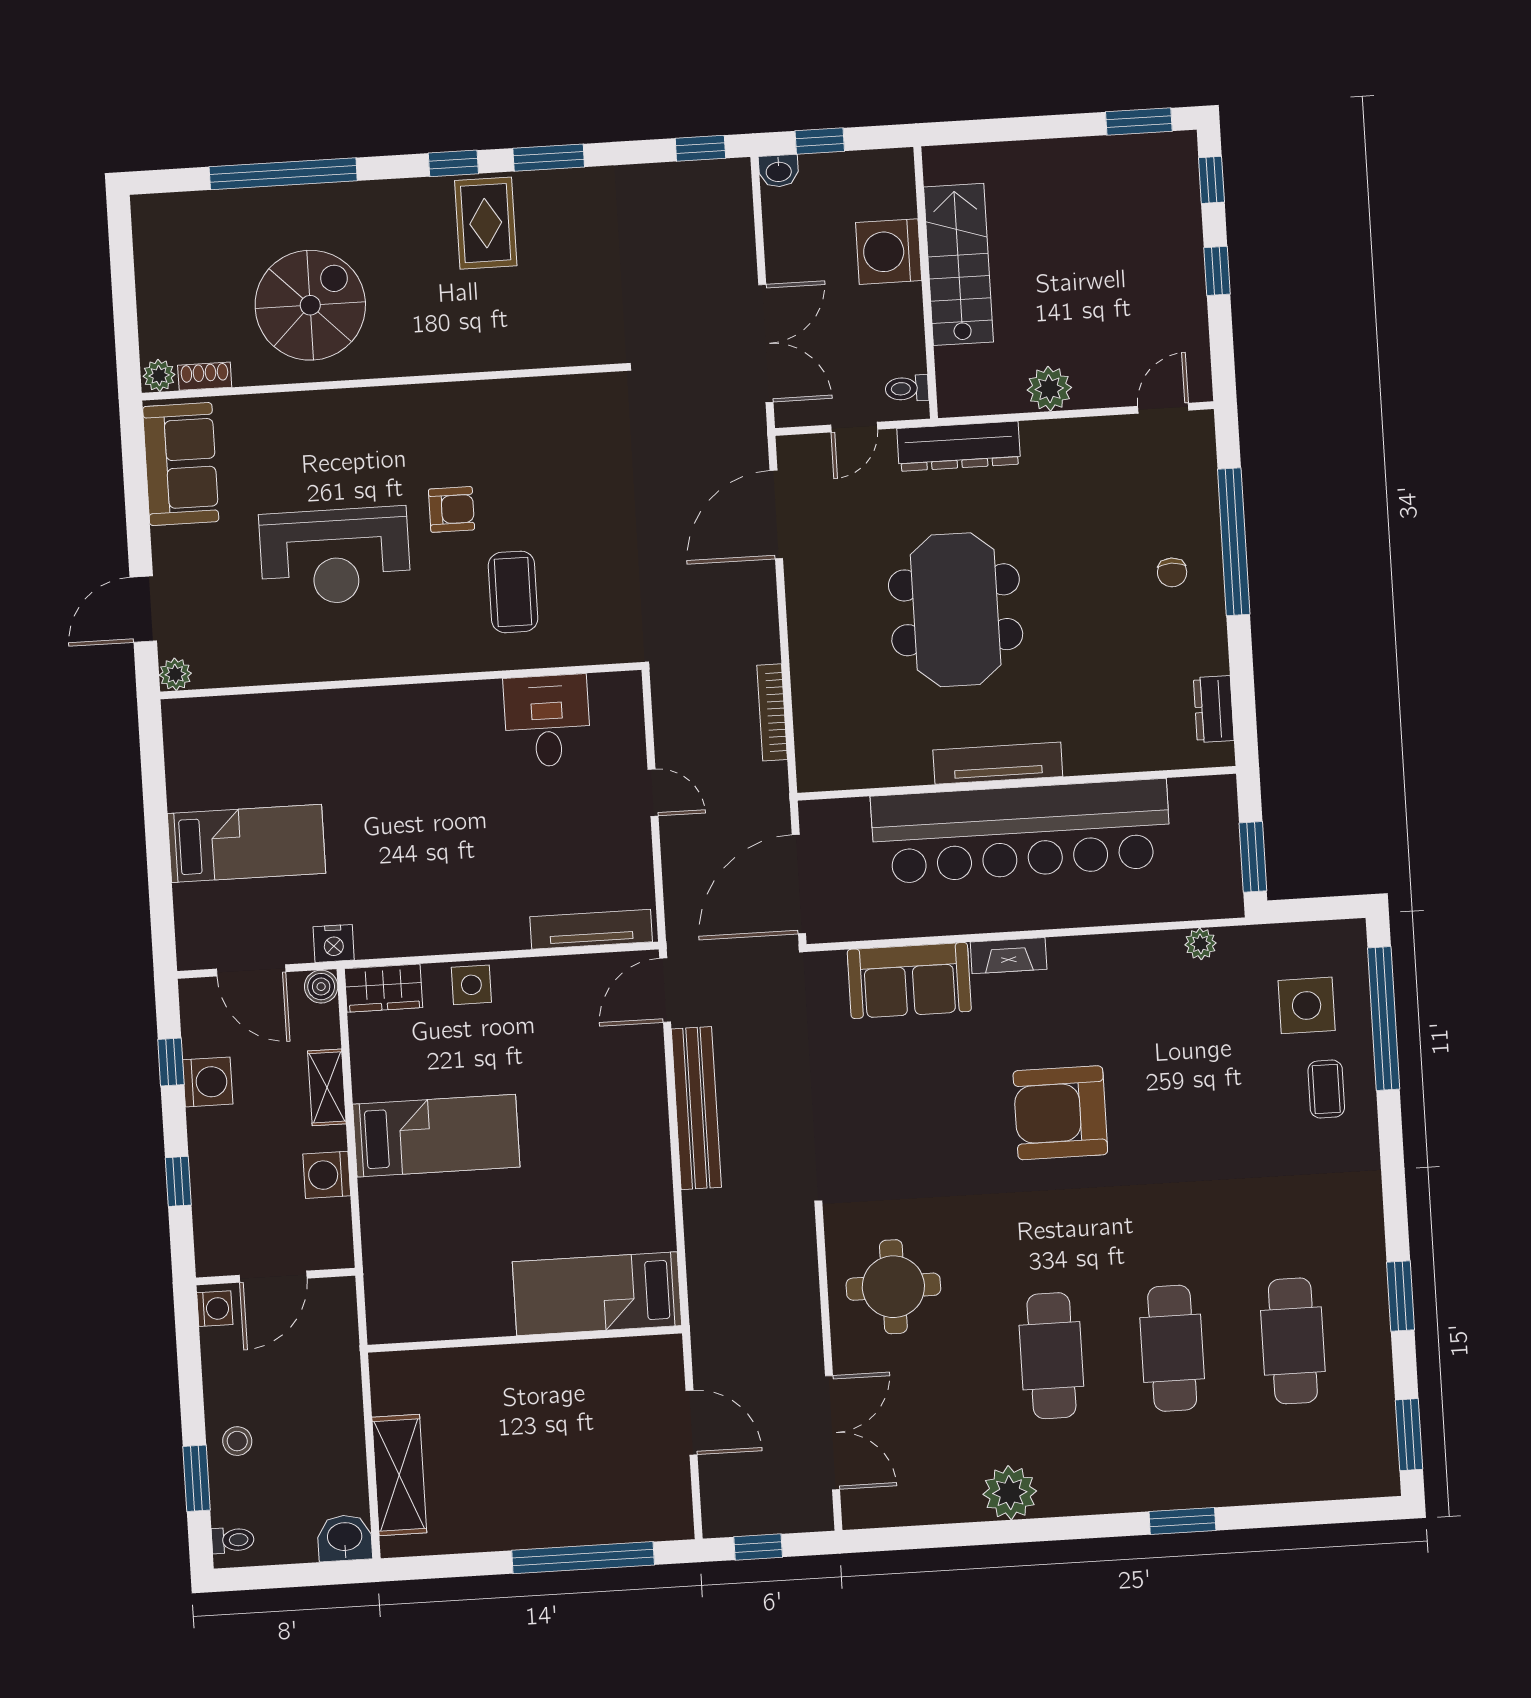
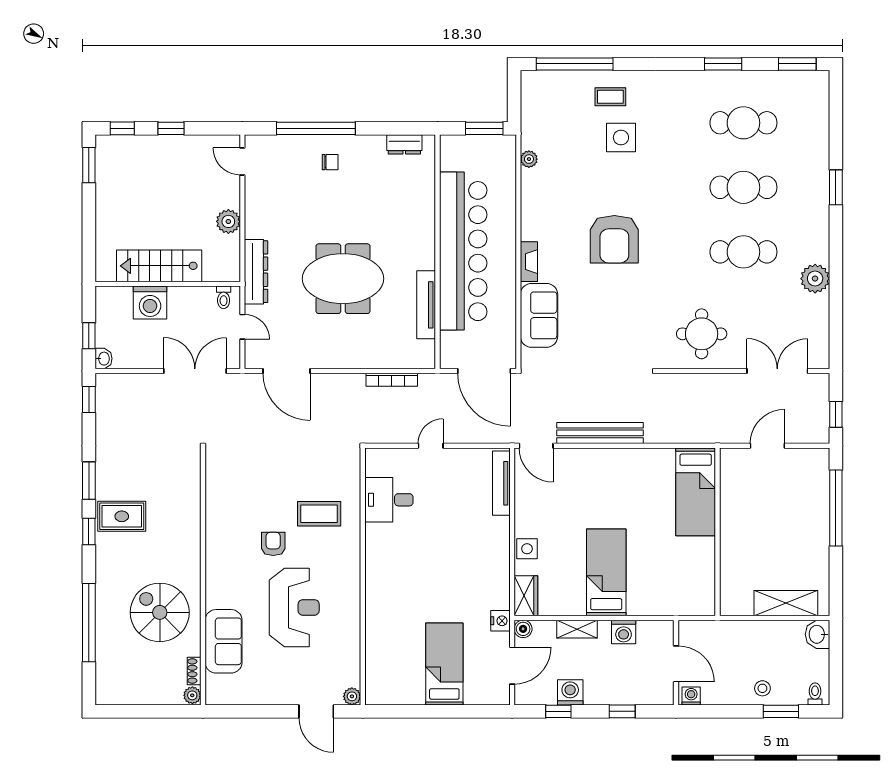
sofa: (181, 464) -> (224, 641), moved, turned 90
tv unit: (998, 763) -> (426, 305), moved
side table: (1307, 1005) -> (621, 137), moved

